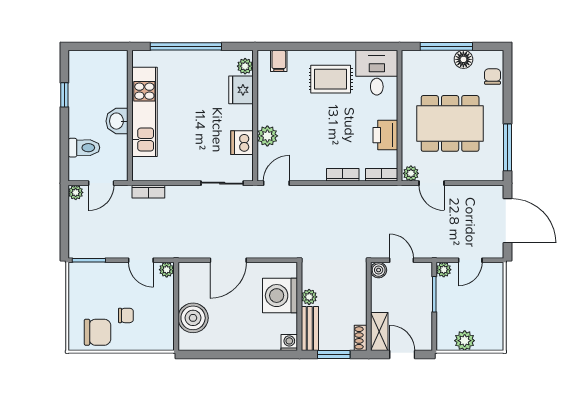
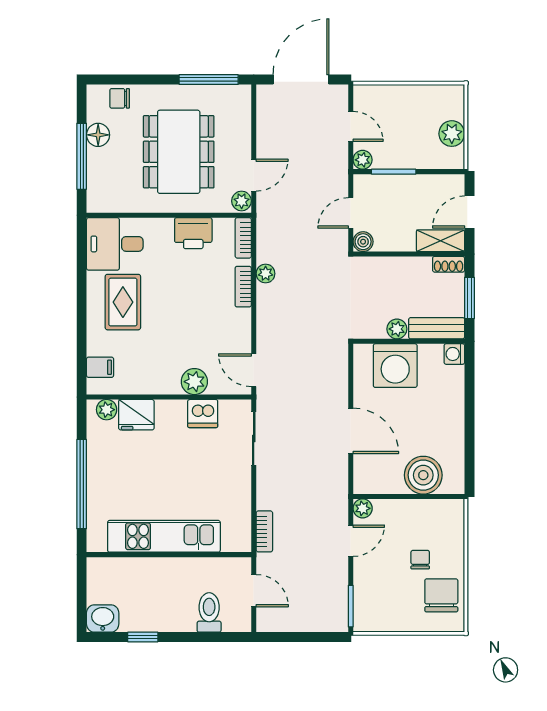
washbasin: (117, 121) -> (103, 618), moved, turned 180
plant: (76, 192) -> (266, 274), moved

